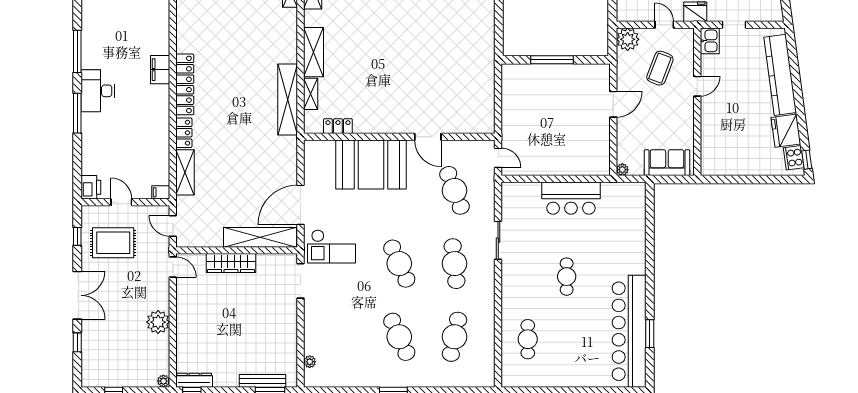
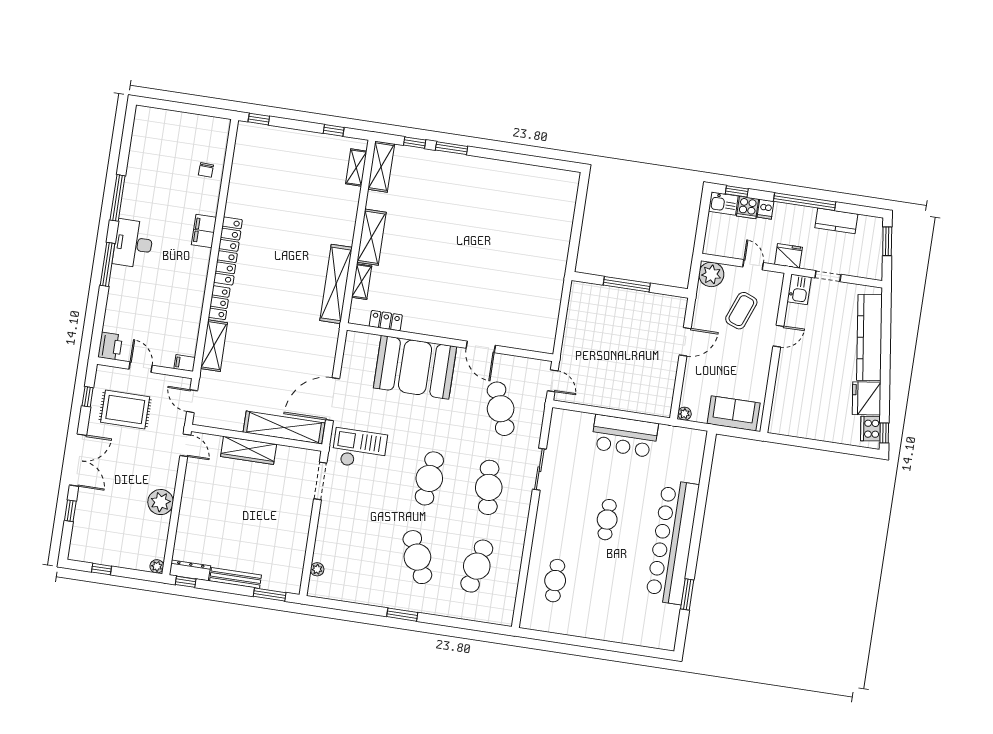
chair: (154, 14) -> (206, 170), added
checkout: (332, 246) -> (359, 449), turned 180
cafe table: (399, 264) -> (429, 478), turned 30
bar counter: (629, 331) -> (672, 542), moved
bench: (262, 381) -> (236, 578), moved

